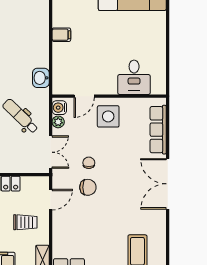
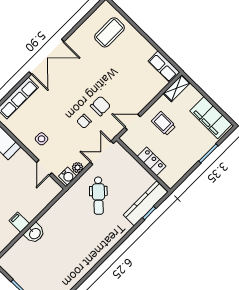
washbasin: (41, 78) -> (35, 233), moved
door: (84, 96) -> (44, 168), swing flipped
side table: (108, 116) -> (42, 139), width x0.54, depth x0.54
chair: (88, 187) -> (100, 106), turned 90

